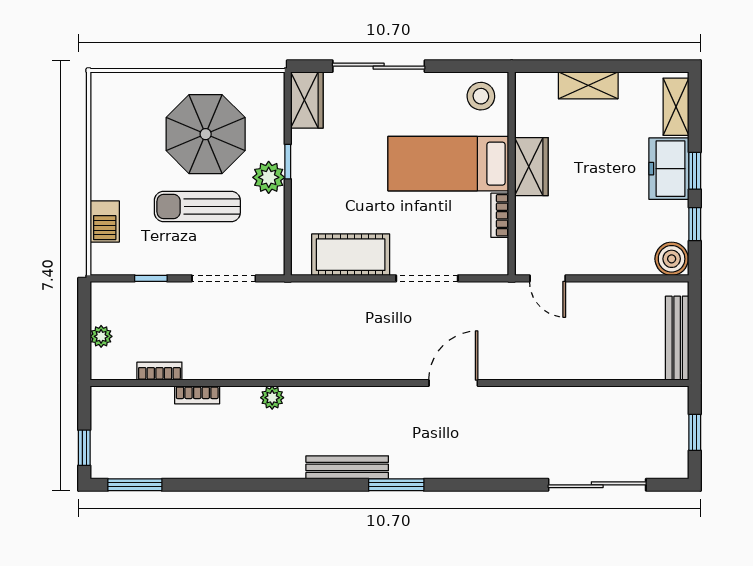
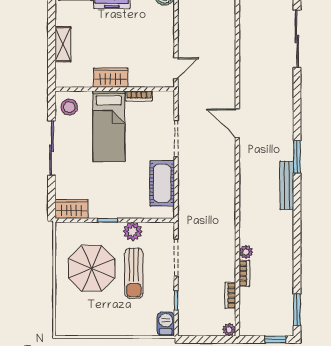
sliding door: (379, 66) -> (52, 148), moved
plant: (269, 177) -> (133, 231), moved
barbecue: (105, 221) -> (166, 324), moved, turned -90
plant: (101, 336) -> (229, 330), moved
plant: (272, 398) -> (246, 252), moved

